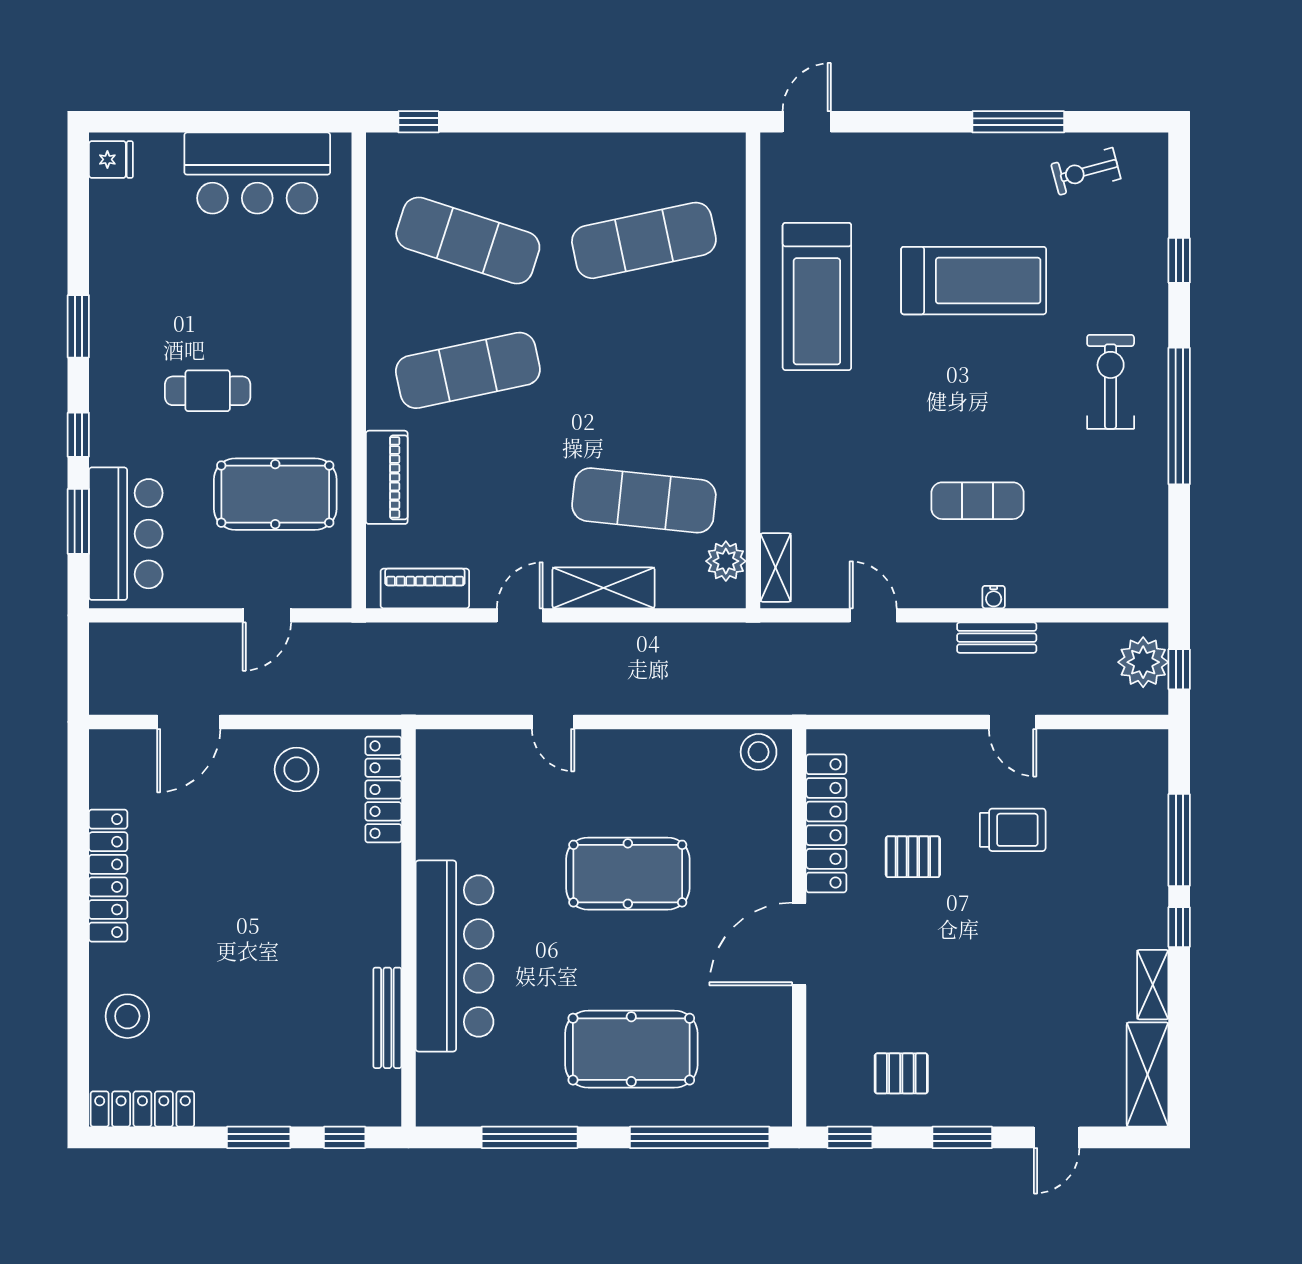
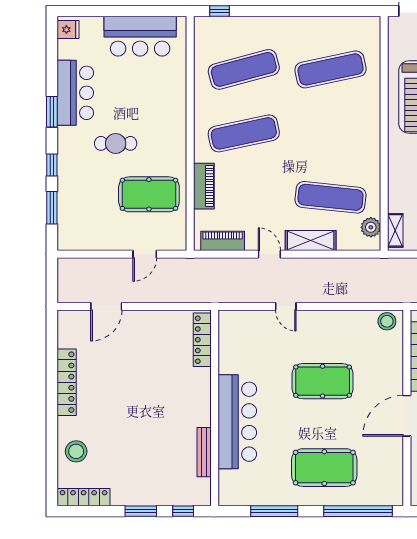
exercise mat: (468, 240) -> (244, 69), turned -33
bar counter: (126, 534) -> (75, 93), moved
door: (520, 615) -> (269, 254), hinge flipped
stool: (297, 769) -> (159, 330), removed

